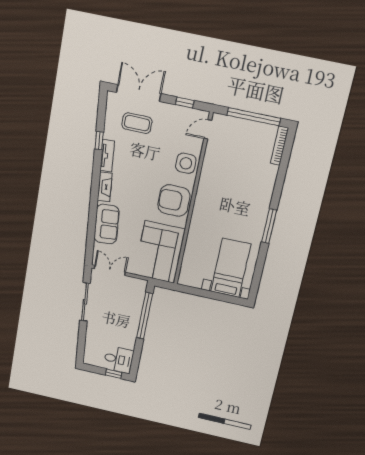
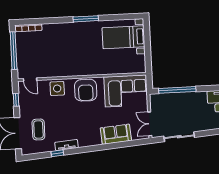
fireplace: (105, 187) -> (89, 142), removed

